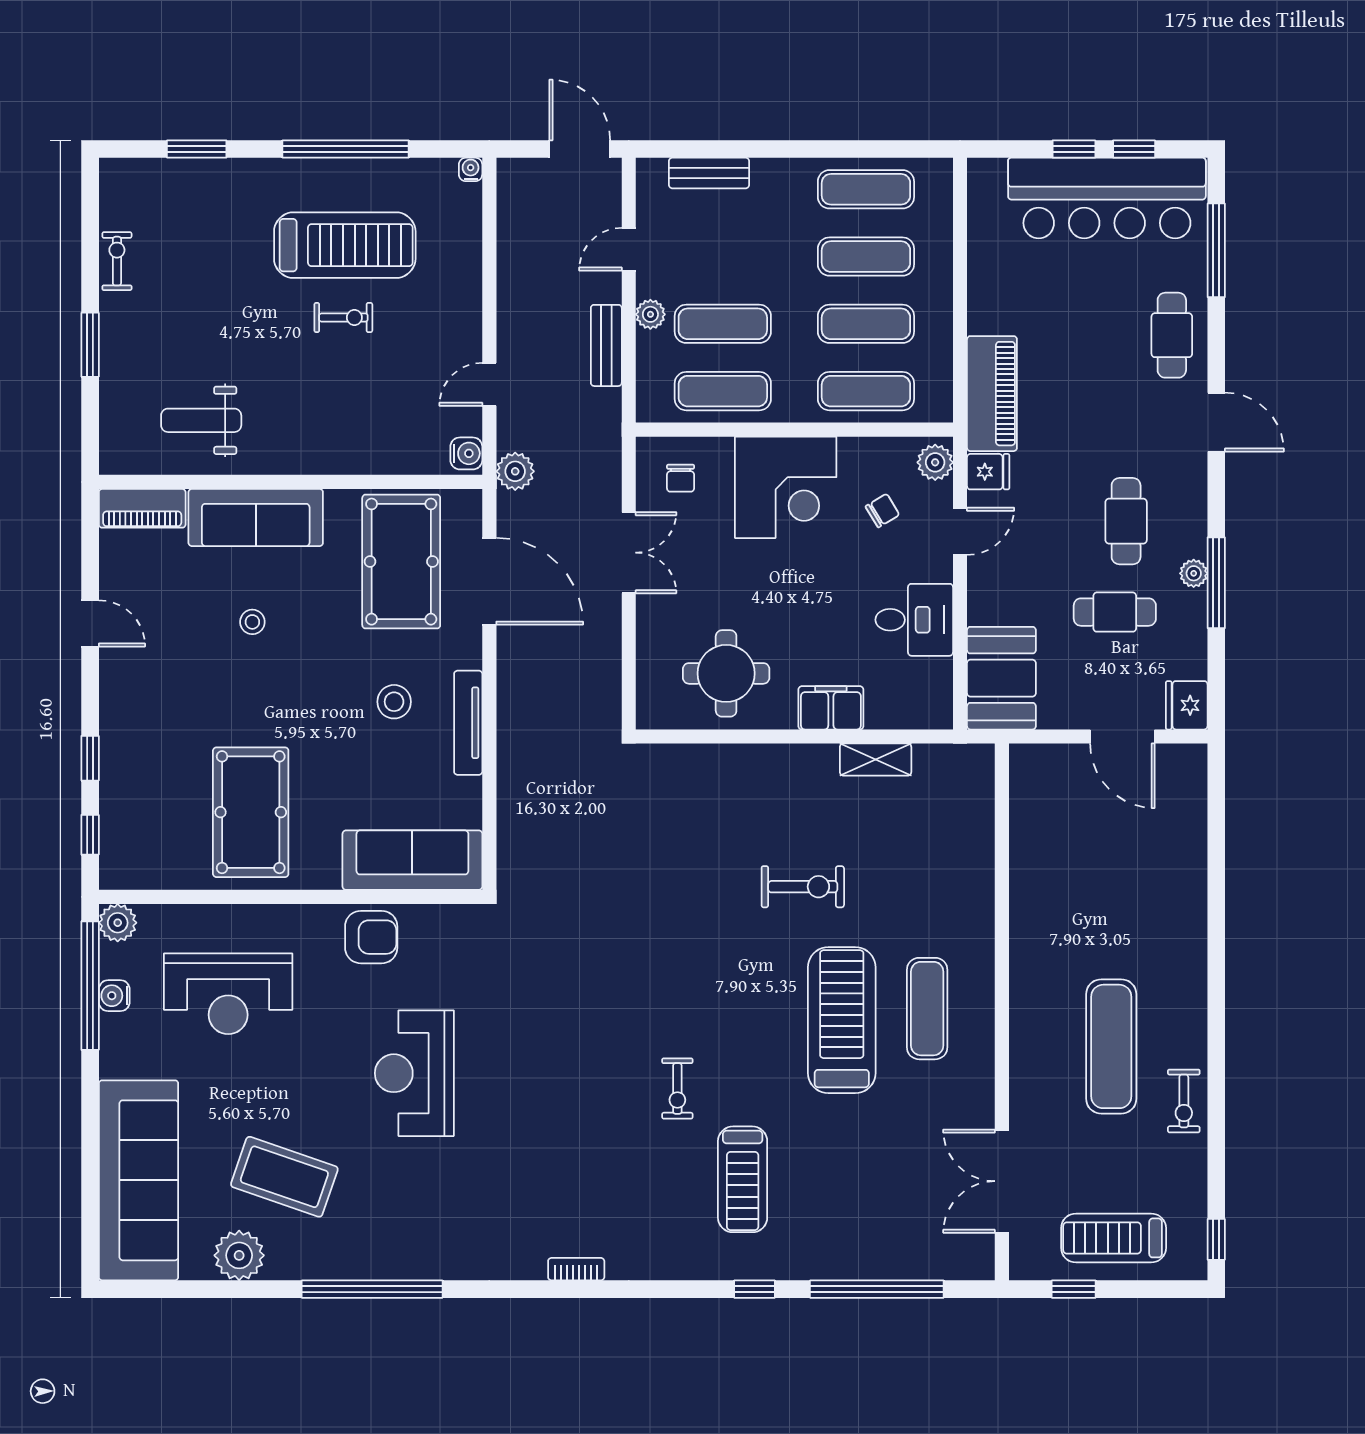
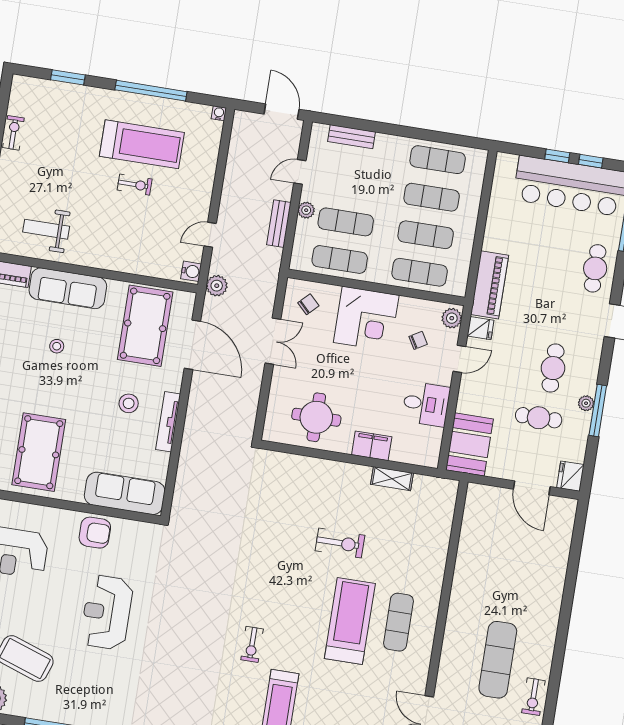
chair: (681, 478) -> (308, 304), turned -135

